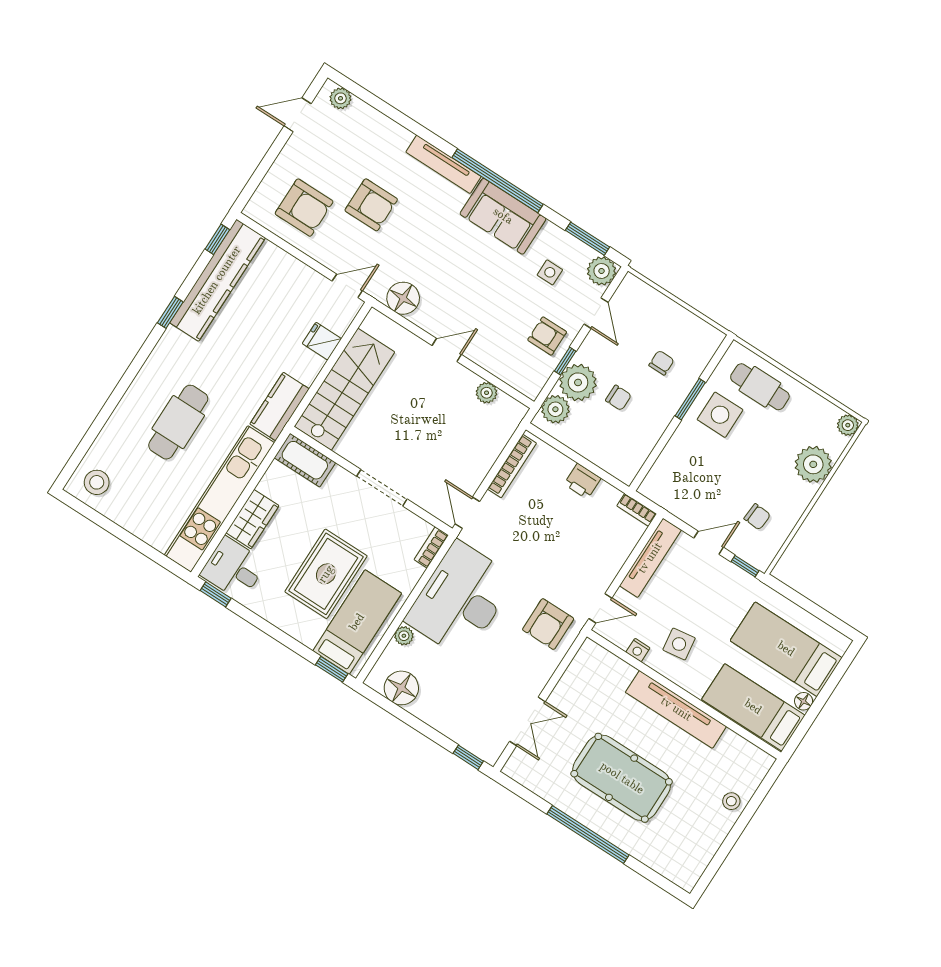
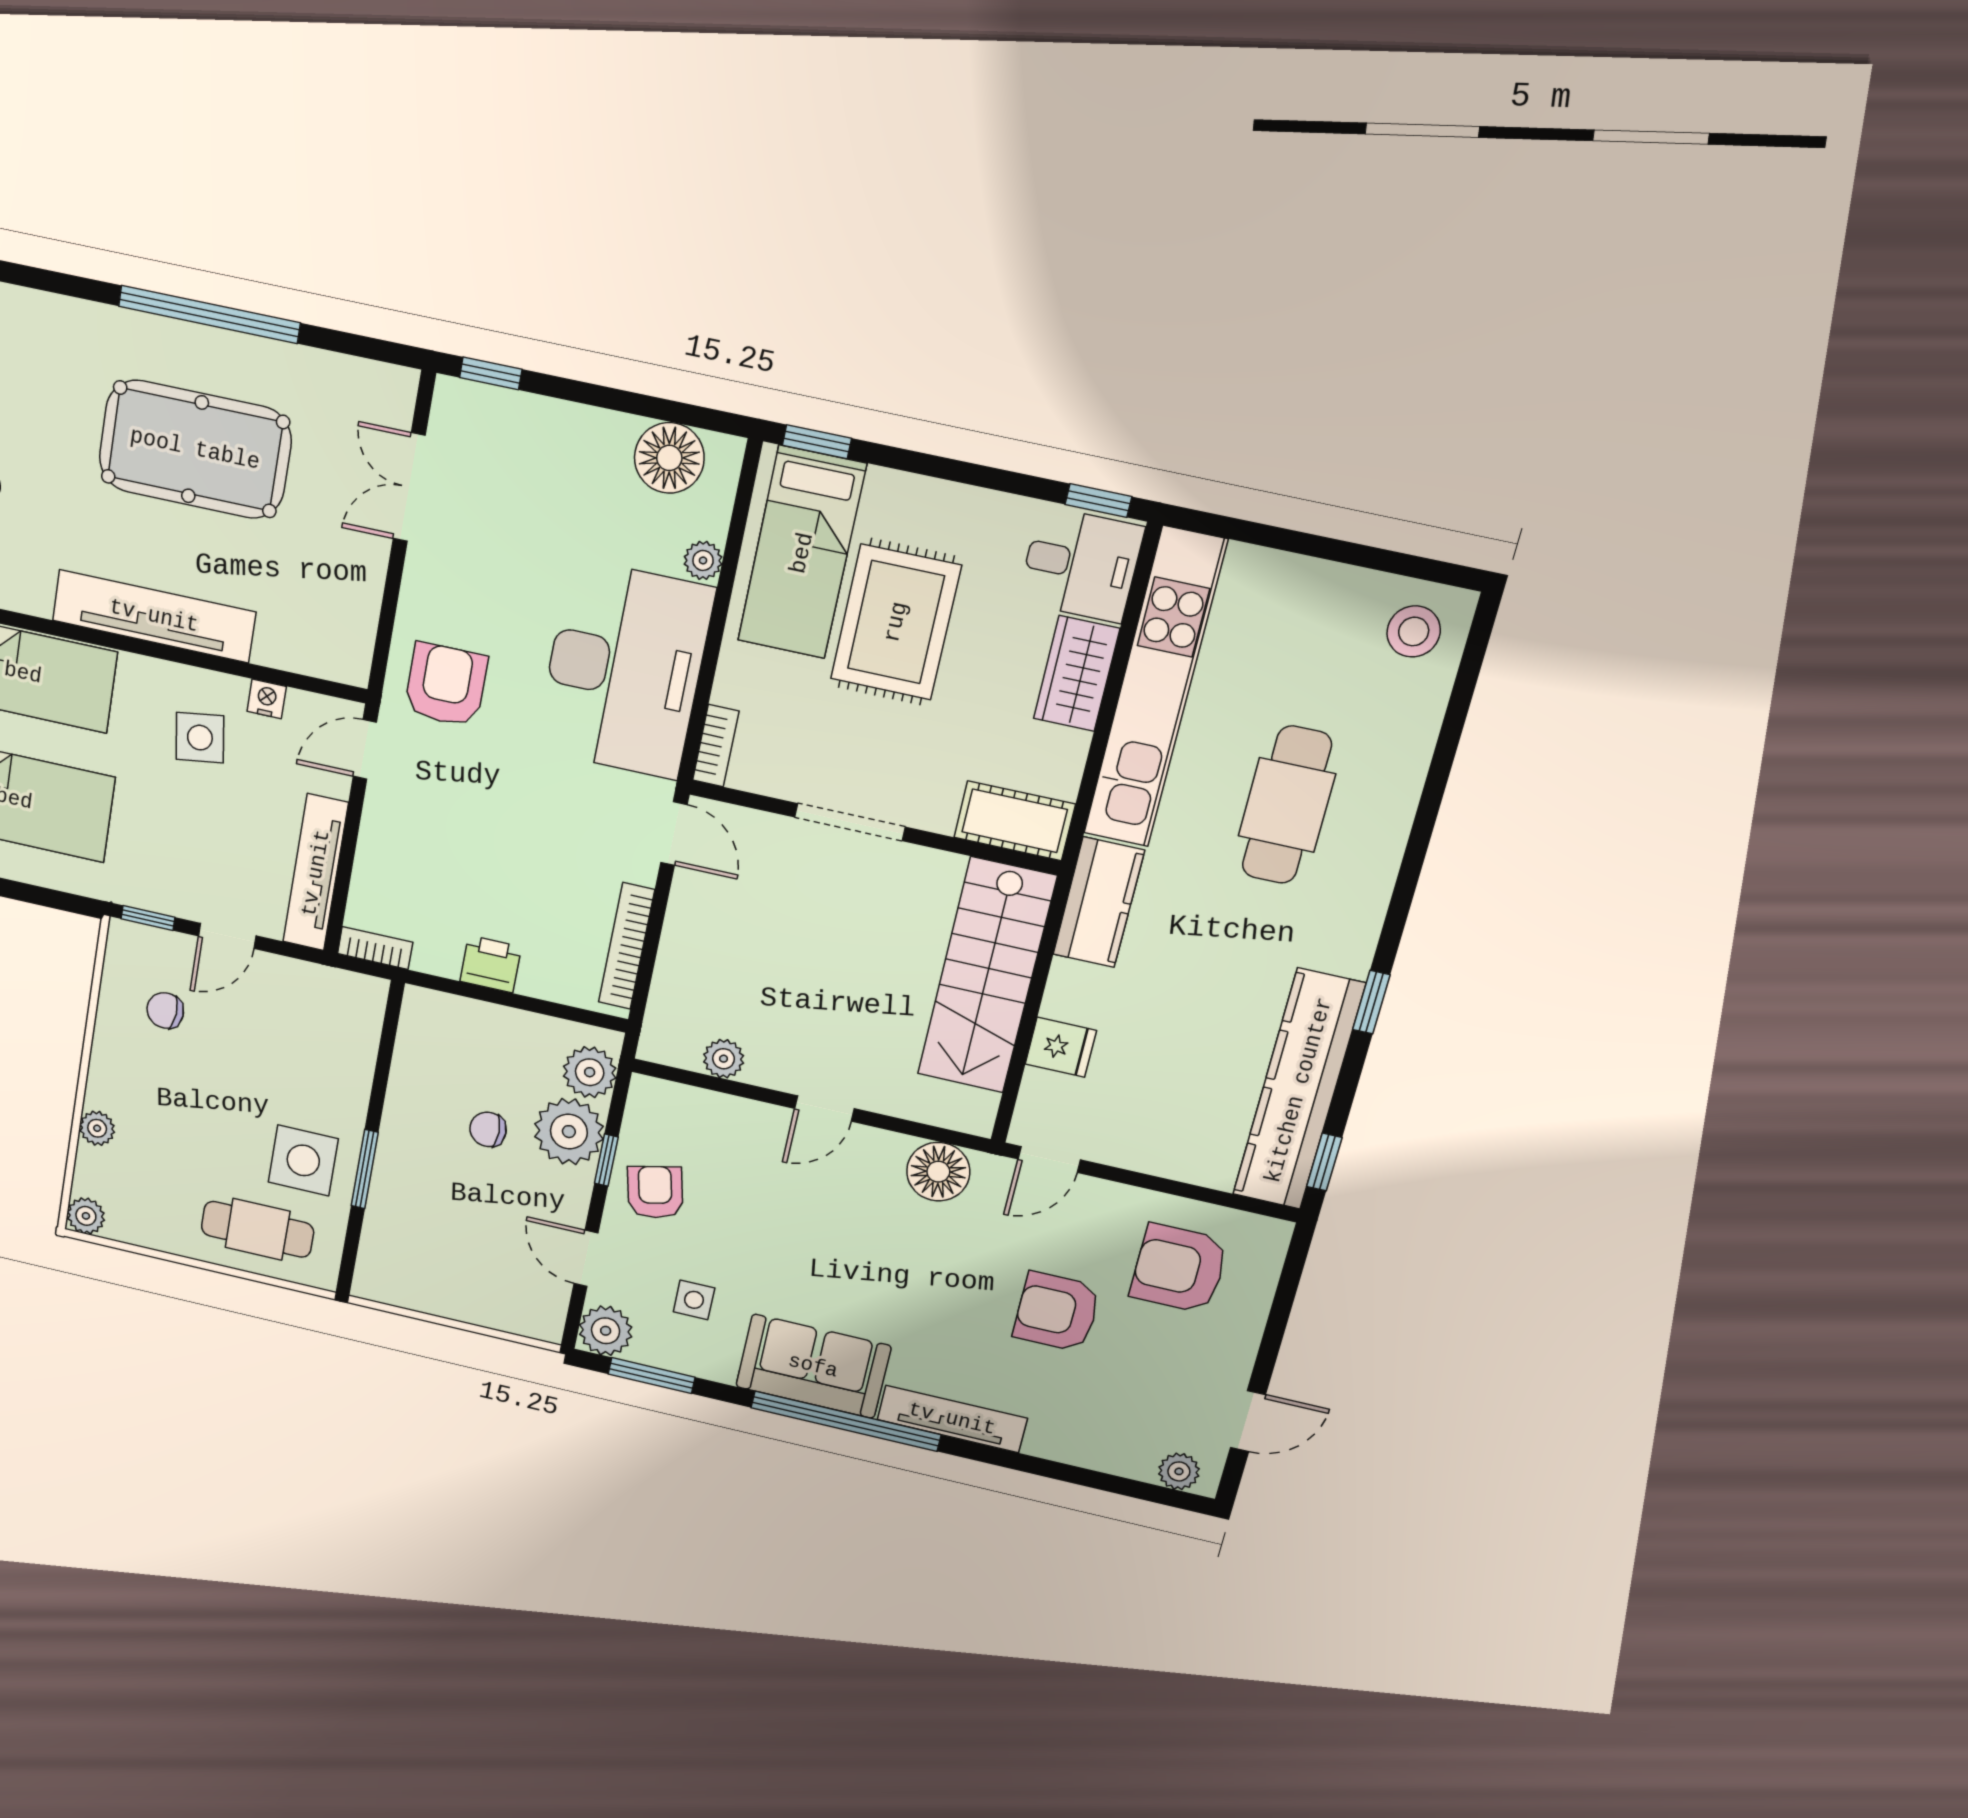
armchair: (547, 336) -> (655, 1192), turned -103
chair: (661, 363) -> (440, 1213), removed
plant: (813, 464) -> (97, 1128), width x0.53, depth x0.53

